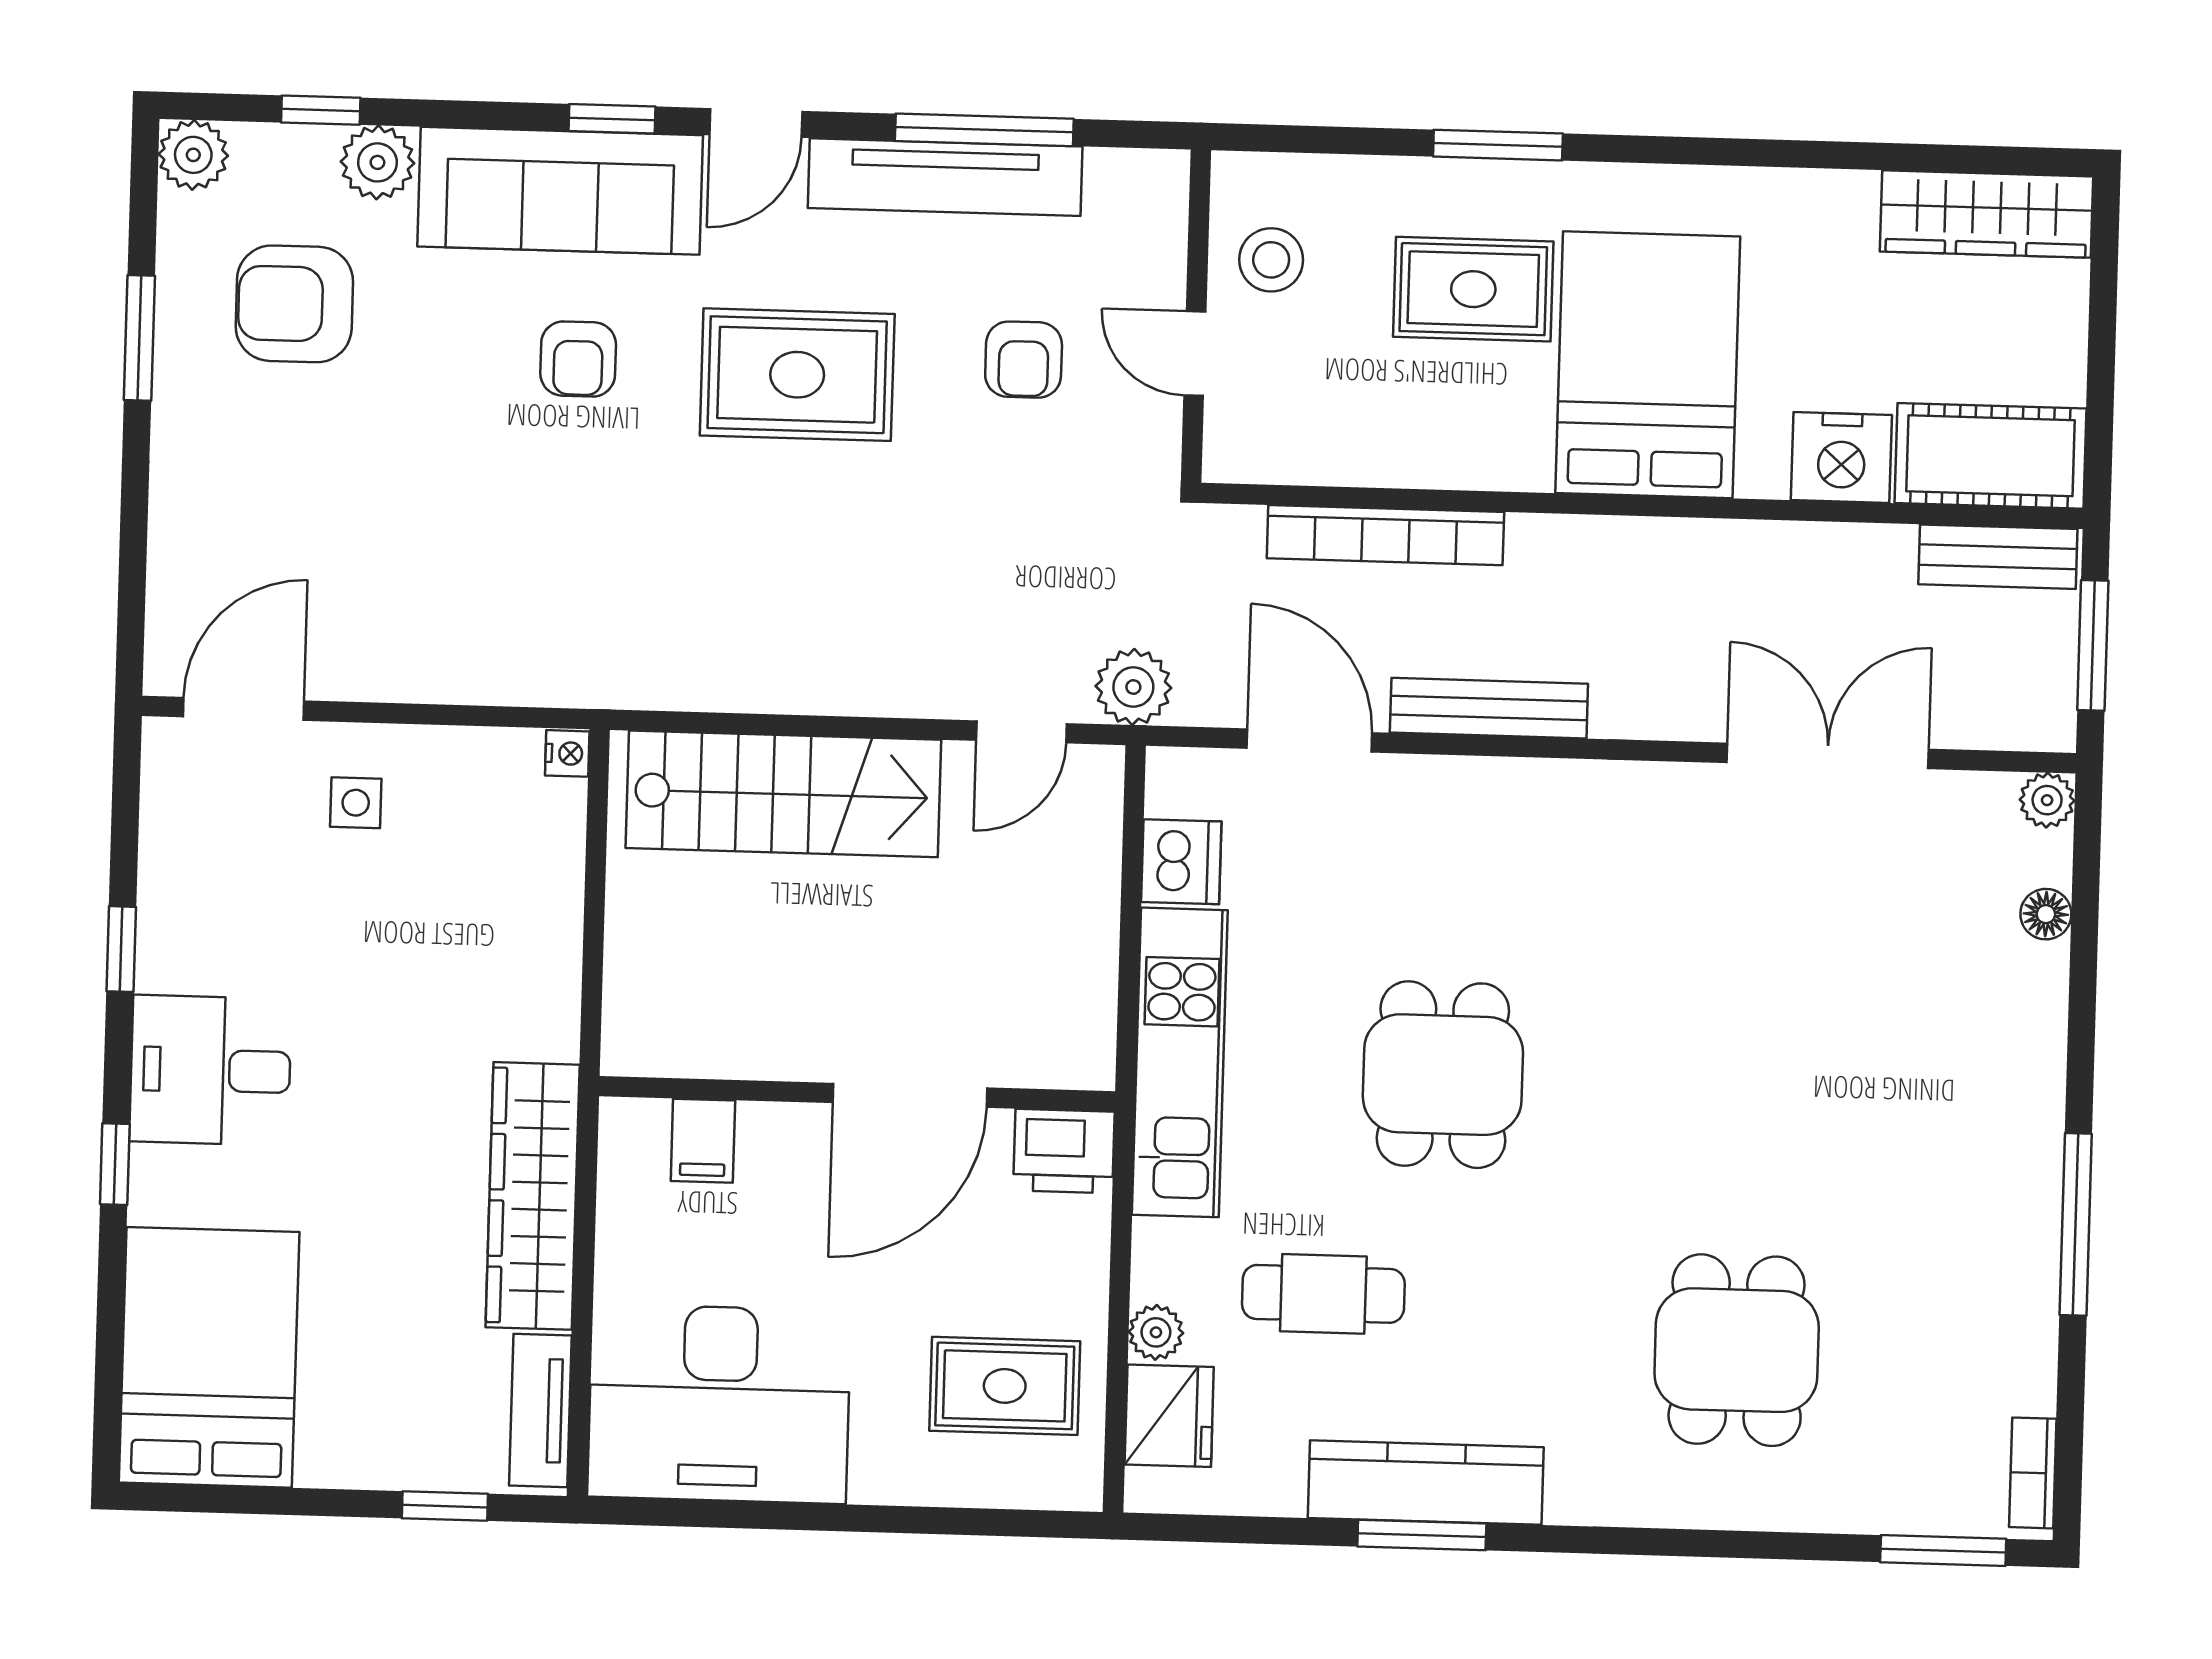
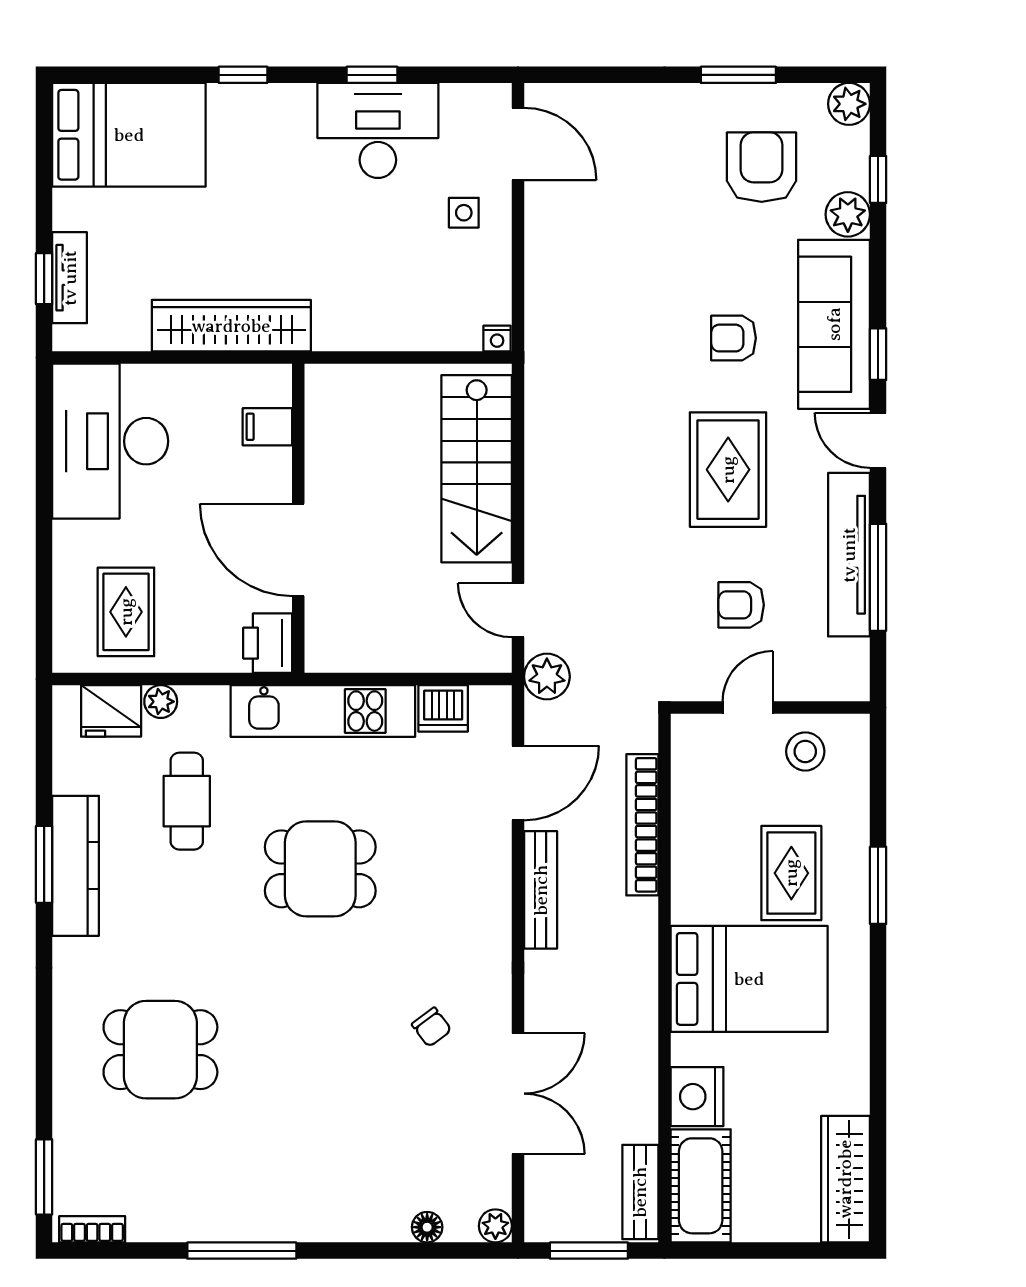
chair: (1713, 897) -> (432, 1027), added
desk: (210, 1070) -> (378, 130), moved, width x1.37
tv unit: (540, 1410) -> (70, 278), moved, turned 90

